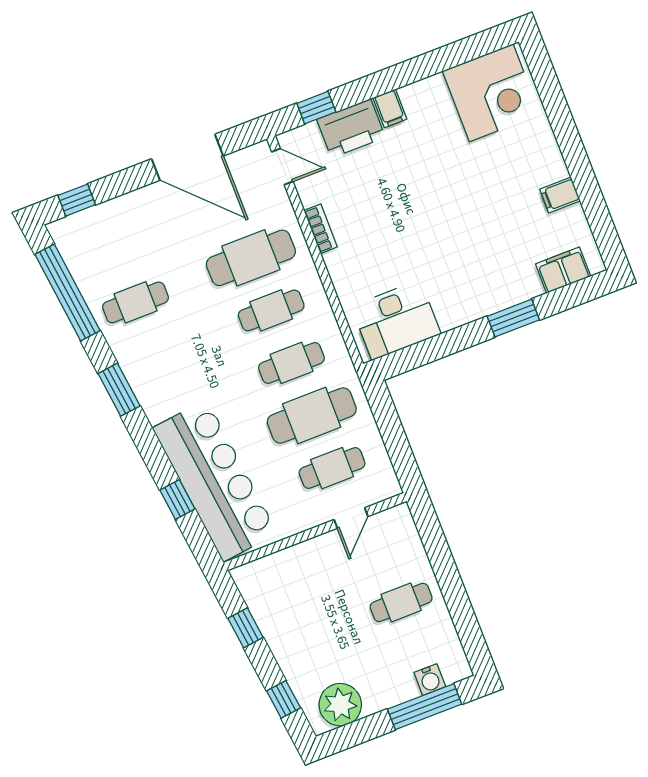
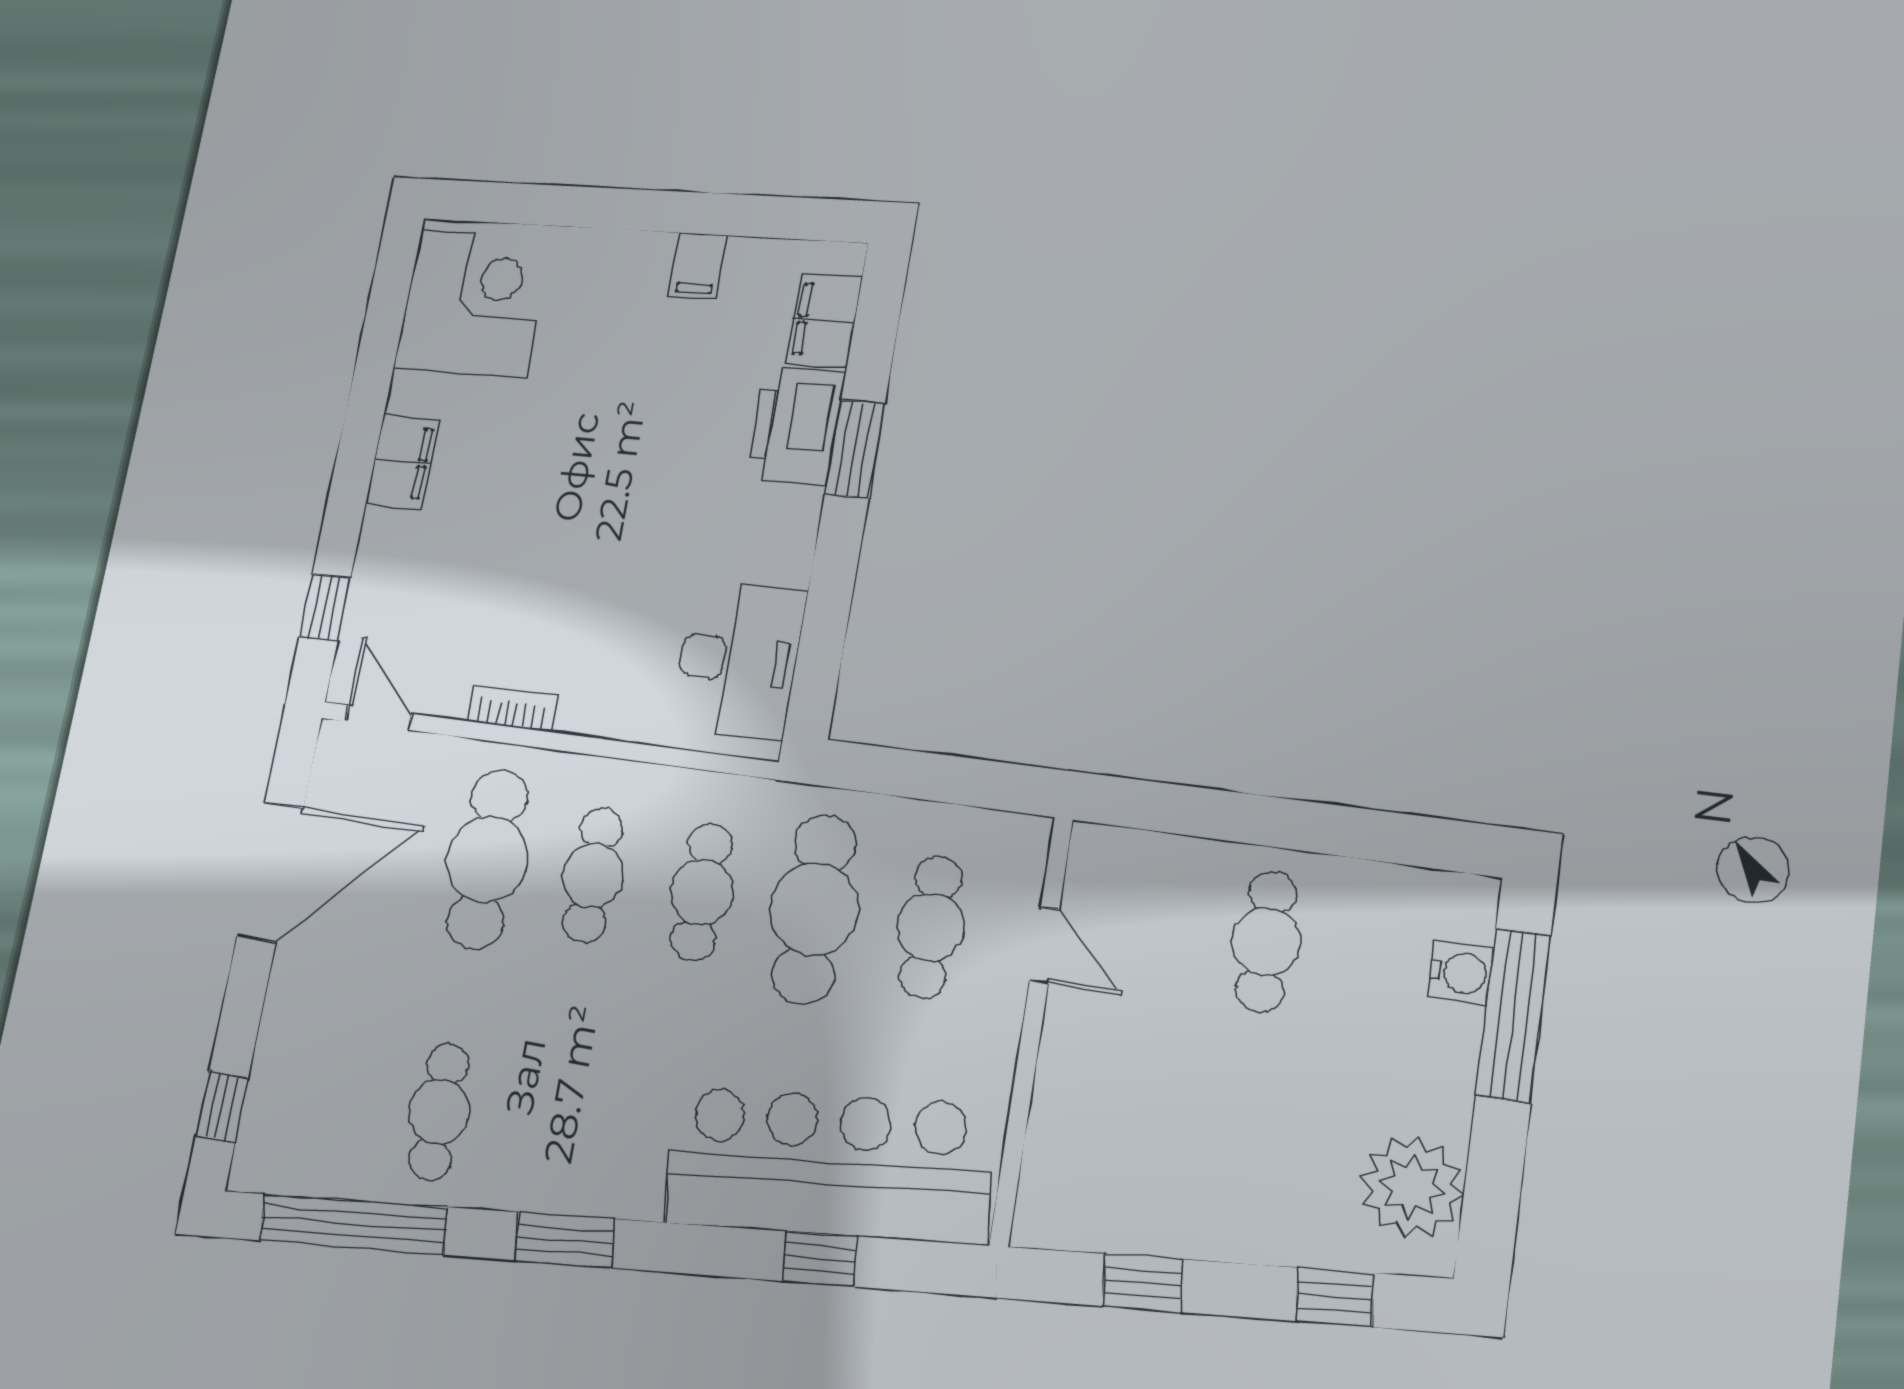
filing cabinet: (390, 108) -> (402, 462), width x2.00
printer: (351, 128) -> (796, 426), moved, turned 180
door: (282, 167) -> (379, 718), hinge flipped

